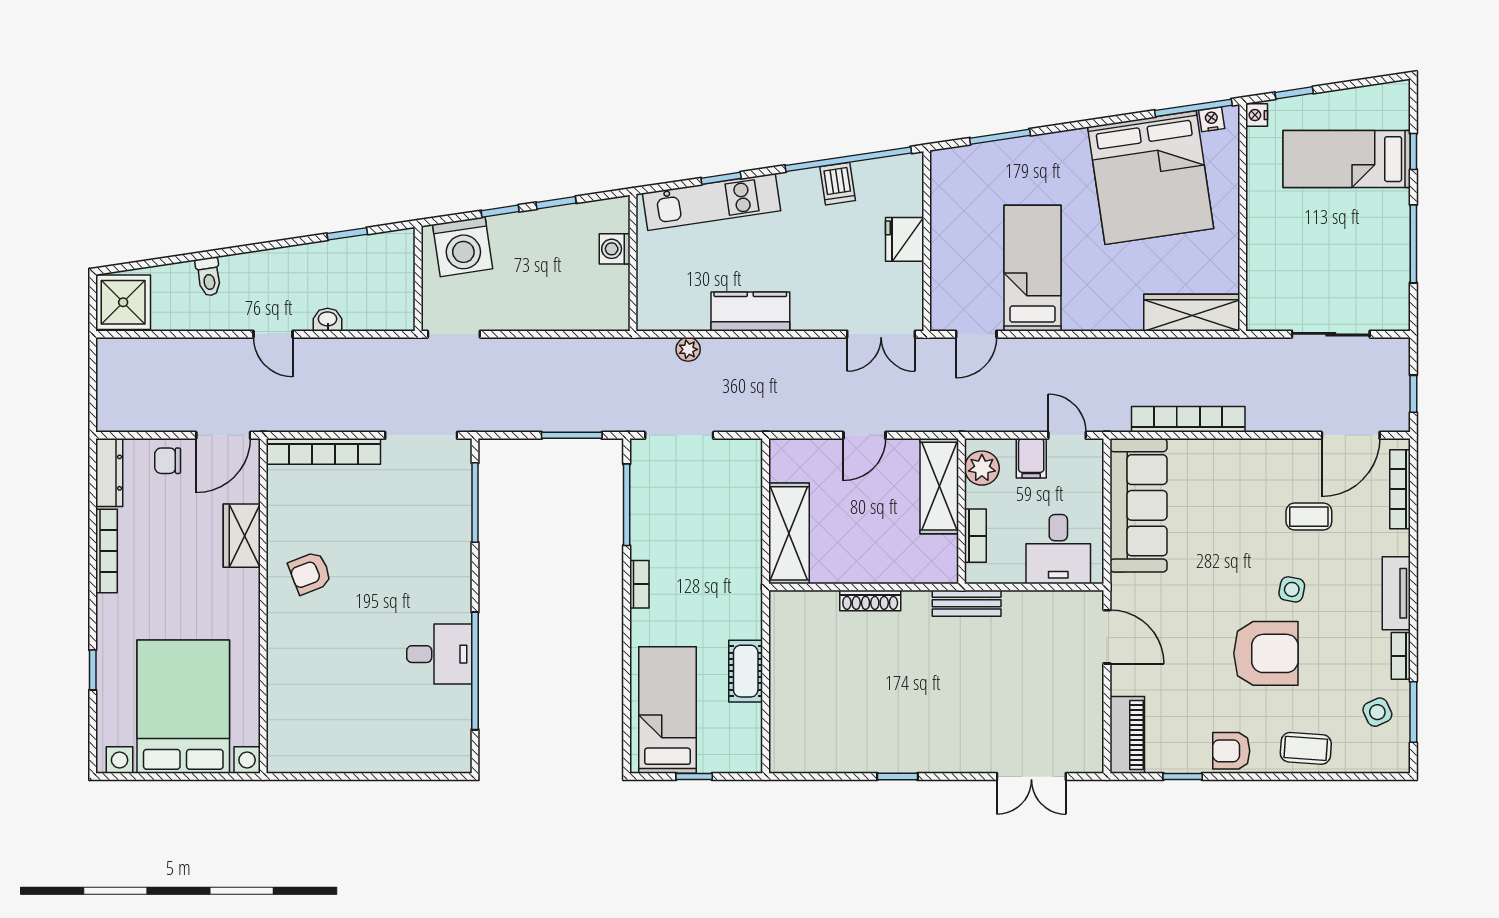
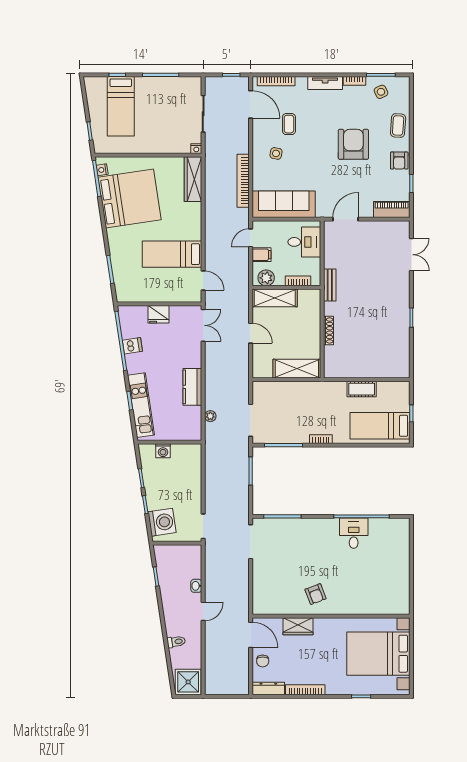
nightstand: (1257, 115) -> (196, 149), moved
bookcase: (323, 451) -> (258, 588), removed
side table: (1292, 589) -> (276, 153), moved

